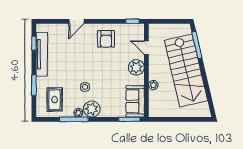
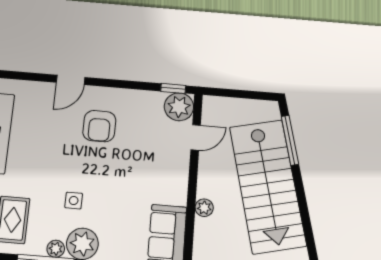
armchair: (106, 39) -> (99, 126), moved
door: (146, 48) -> (196, 137), swing flipped
plant: (136, 67) -> (179, 107), moved

